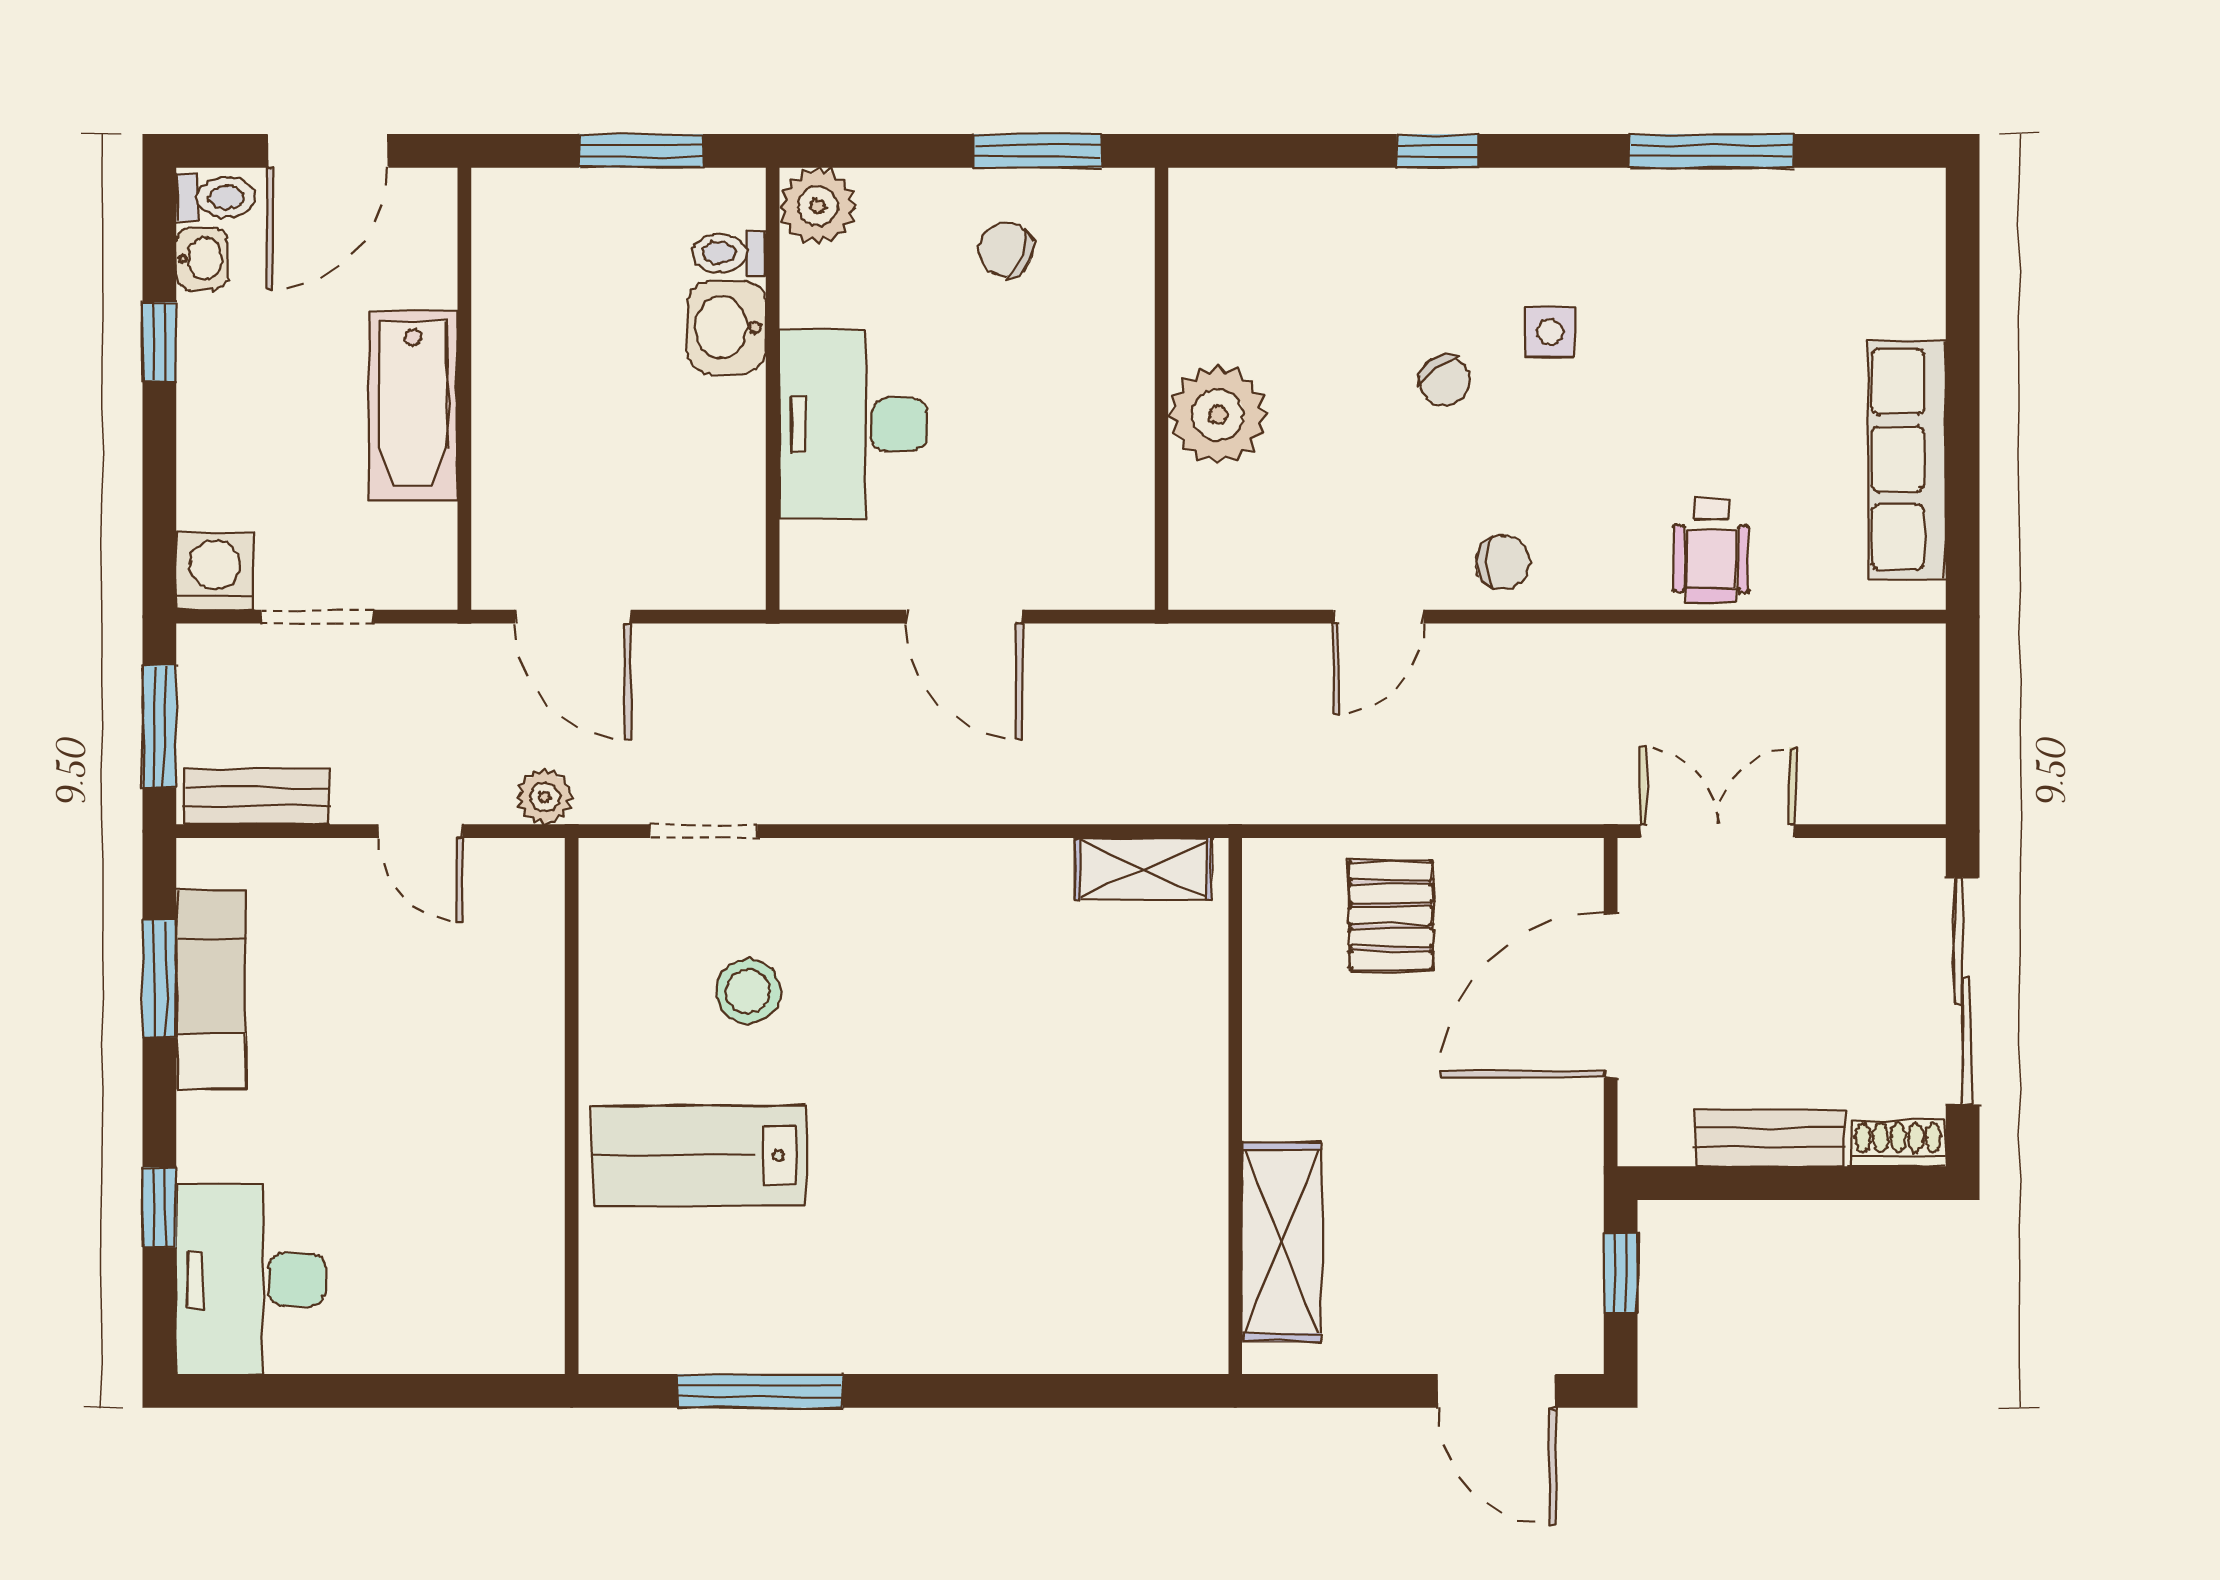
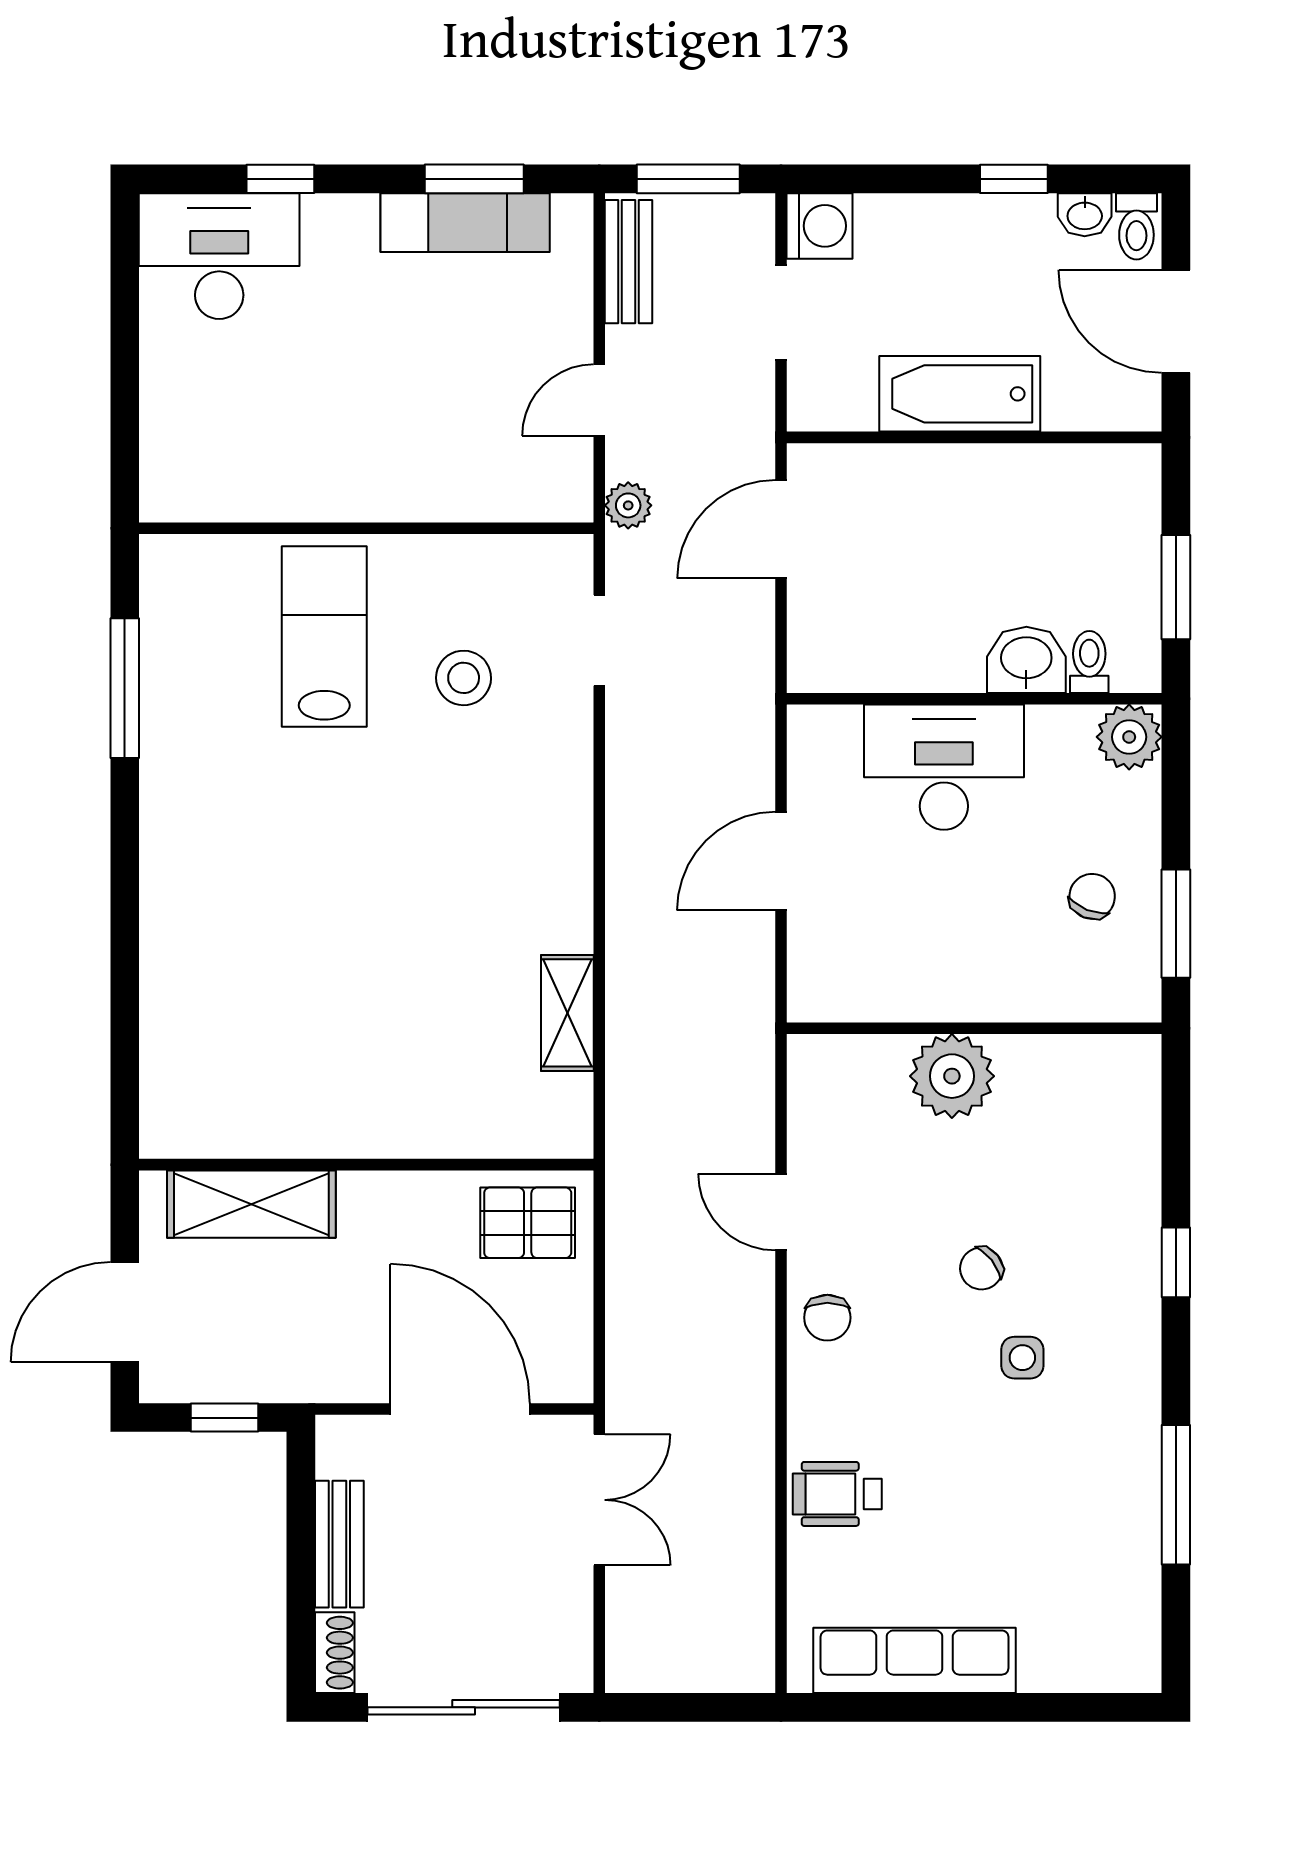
wall: (1235, 1106) -> (366, 1165), moved
shelving: (1282, 1242) -> (251, 1204), moved

